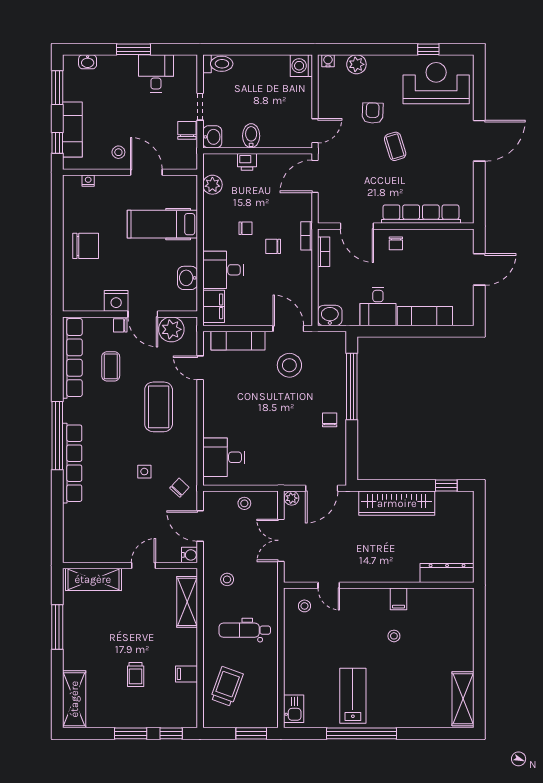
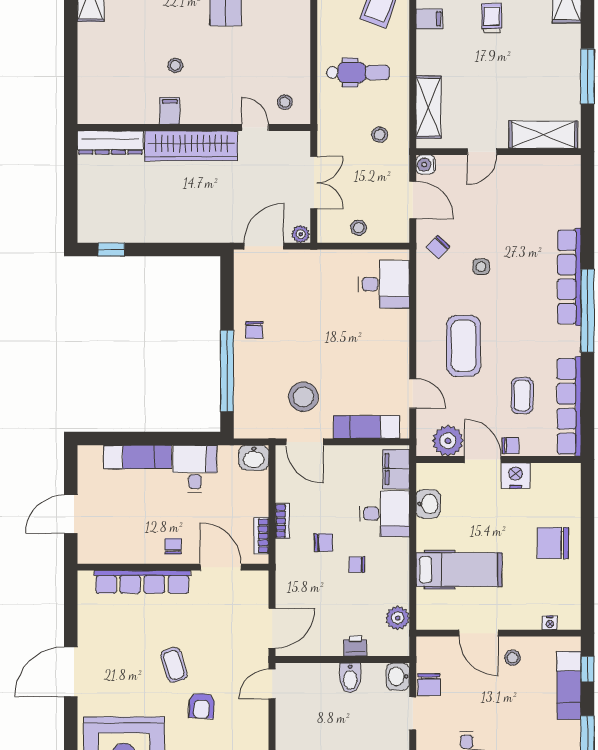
bookcase: (307, 236) -> (282, 521), moved
wardrobe: (397, 503) -> (191, 146), moved, turned 180

